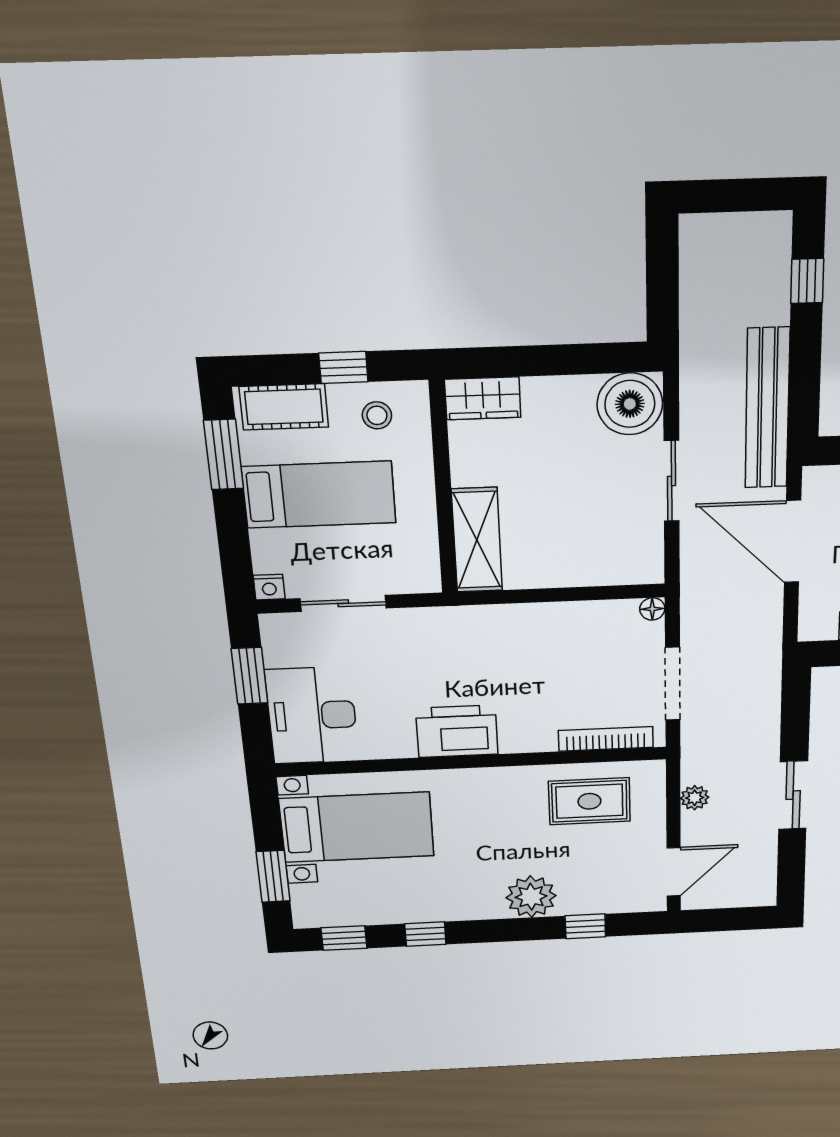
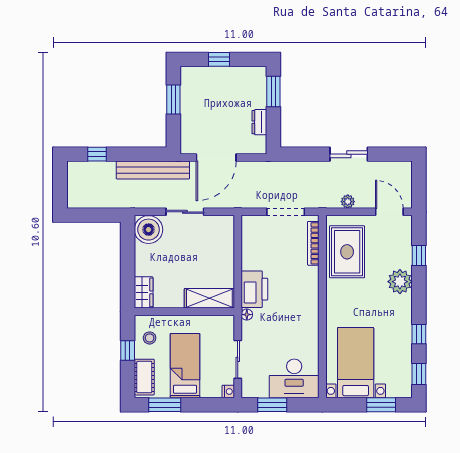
floor lamp: (652, 609) -> (247, 315), moved
printer: (457, 731) -> (254, 289), moved, turned 180
rug: (589, 801) -> (347, 252), width x1.36, depth x1.43

